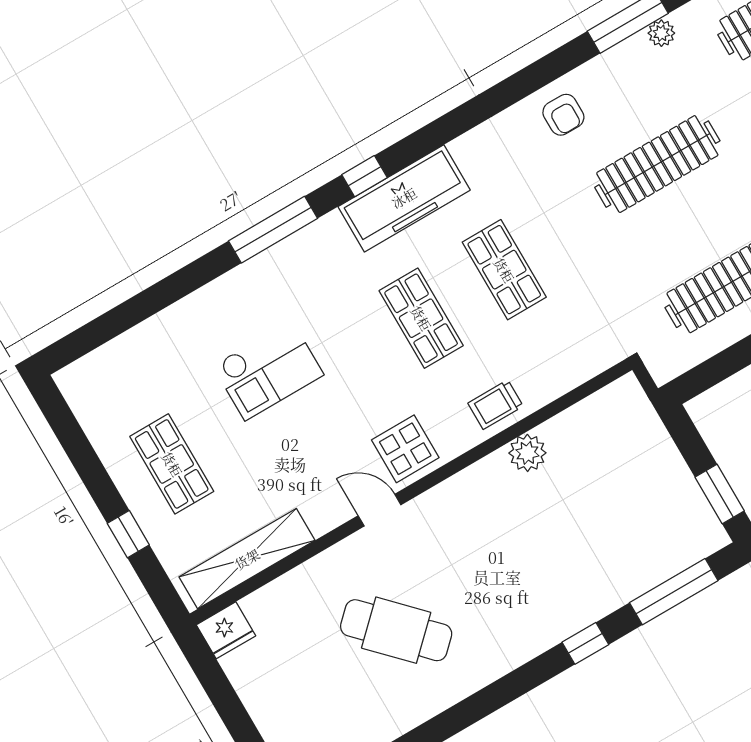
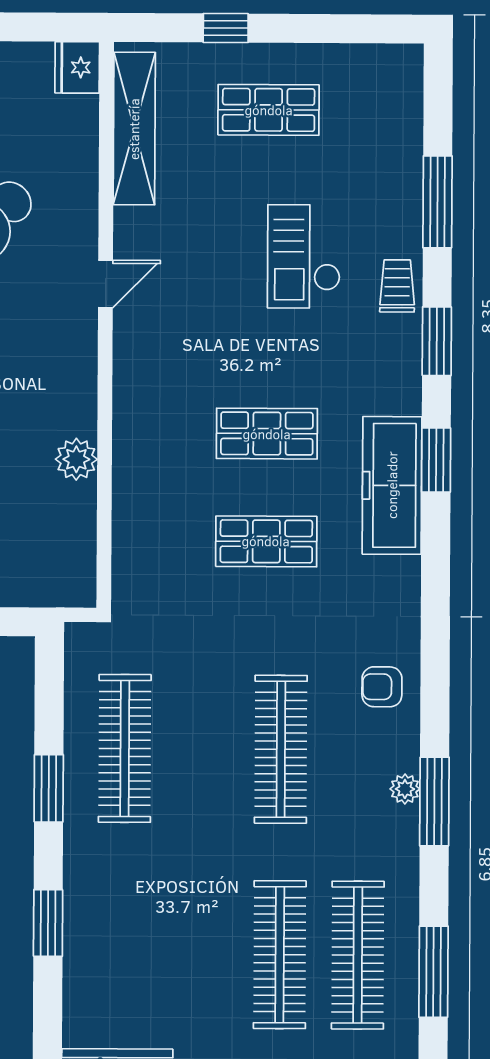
plant: (661, 33) -> (405, 789), moved
window: (364, 176) -> (436, 460), width x1.50
window: (273, 230) -> (437, 341), width x0.69
window: (166, 292) -> (438, 202), added
trolley: (496, 405) -> (397, 286), moved
display table: (405, 449) -> (150, 344), removed

